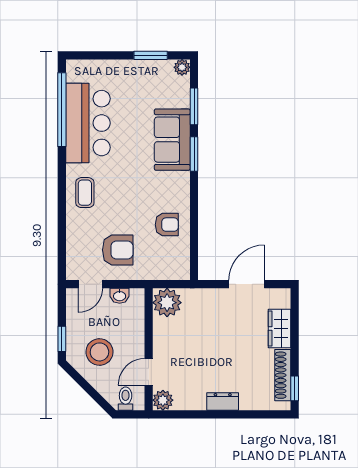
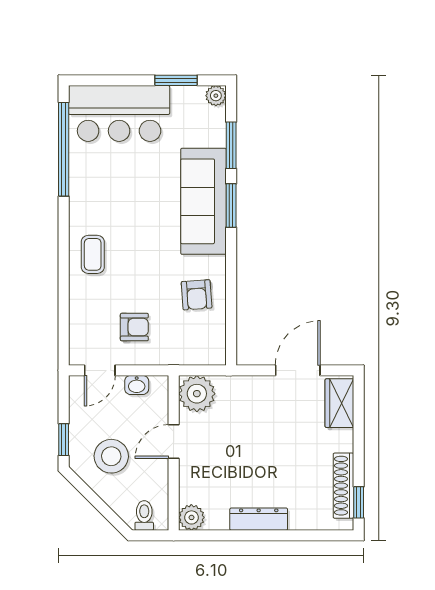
bar counter: (88, 123) -> (119, 113), moved, turned 90
sofa: (172, 140) -> (203, 201), width x1.36
armchair: (167, 225) -> (197, 295), turned 86
armchair: (118, 250) -> (134, 327), width x0.72, depth x0.72
wardrobe: (280, 328) -> (339, 403), moved
door: (149, 372) -> (174, 442), moved
dresser: (223, 402) -> (259, 519), width x1.44

